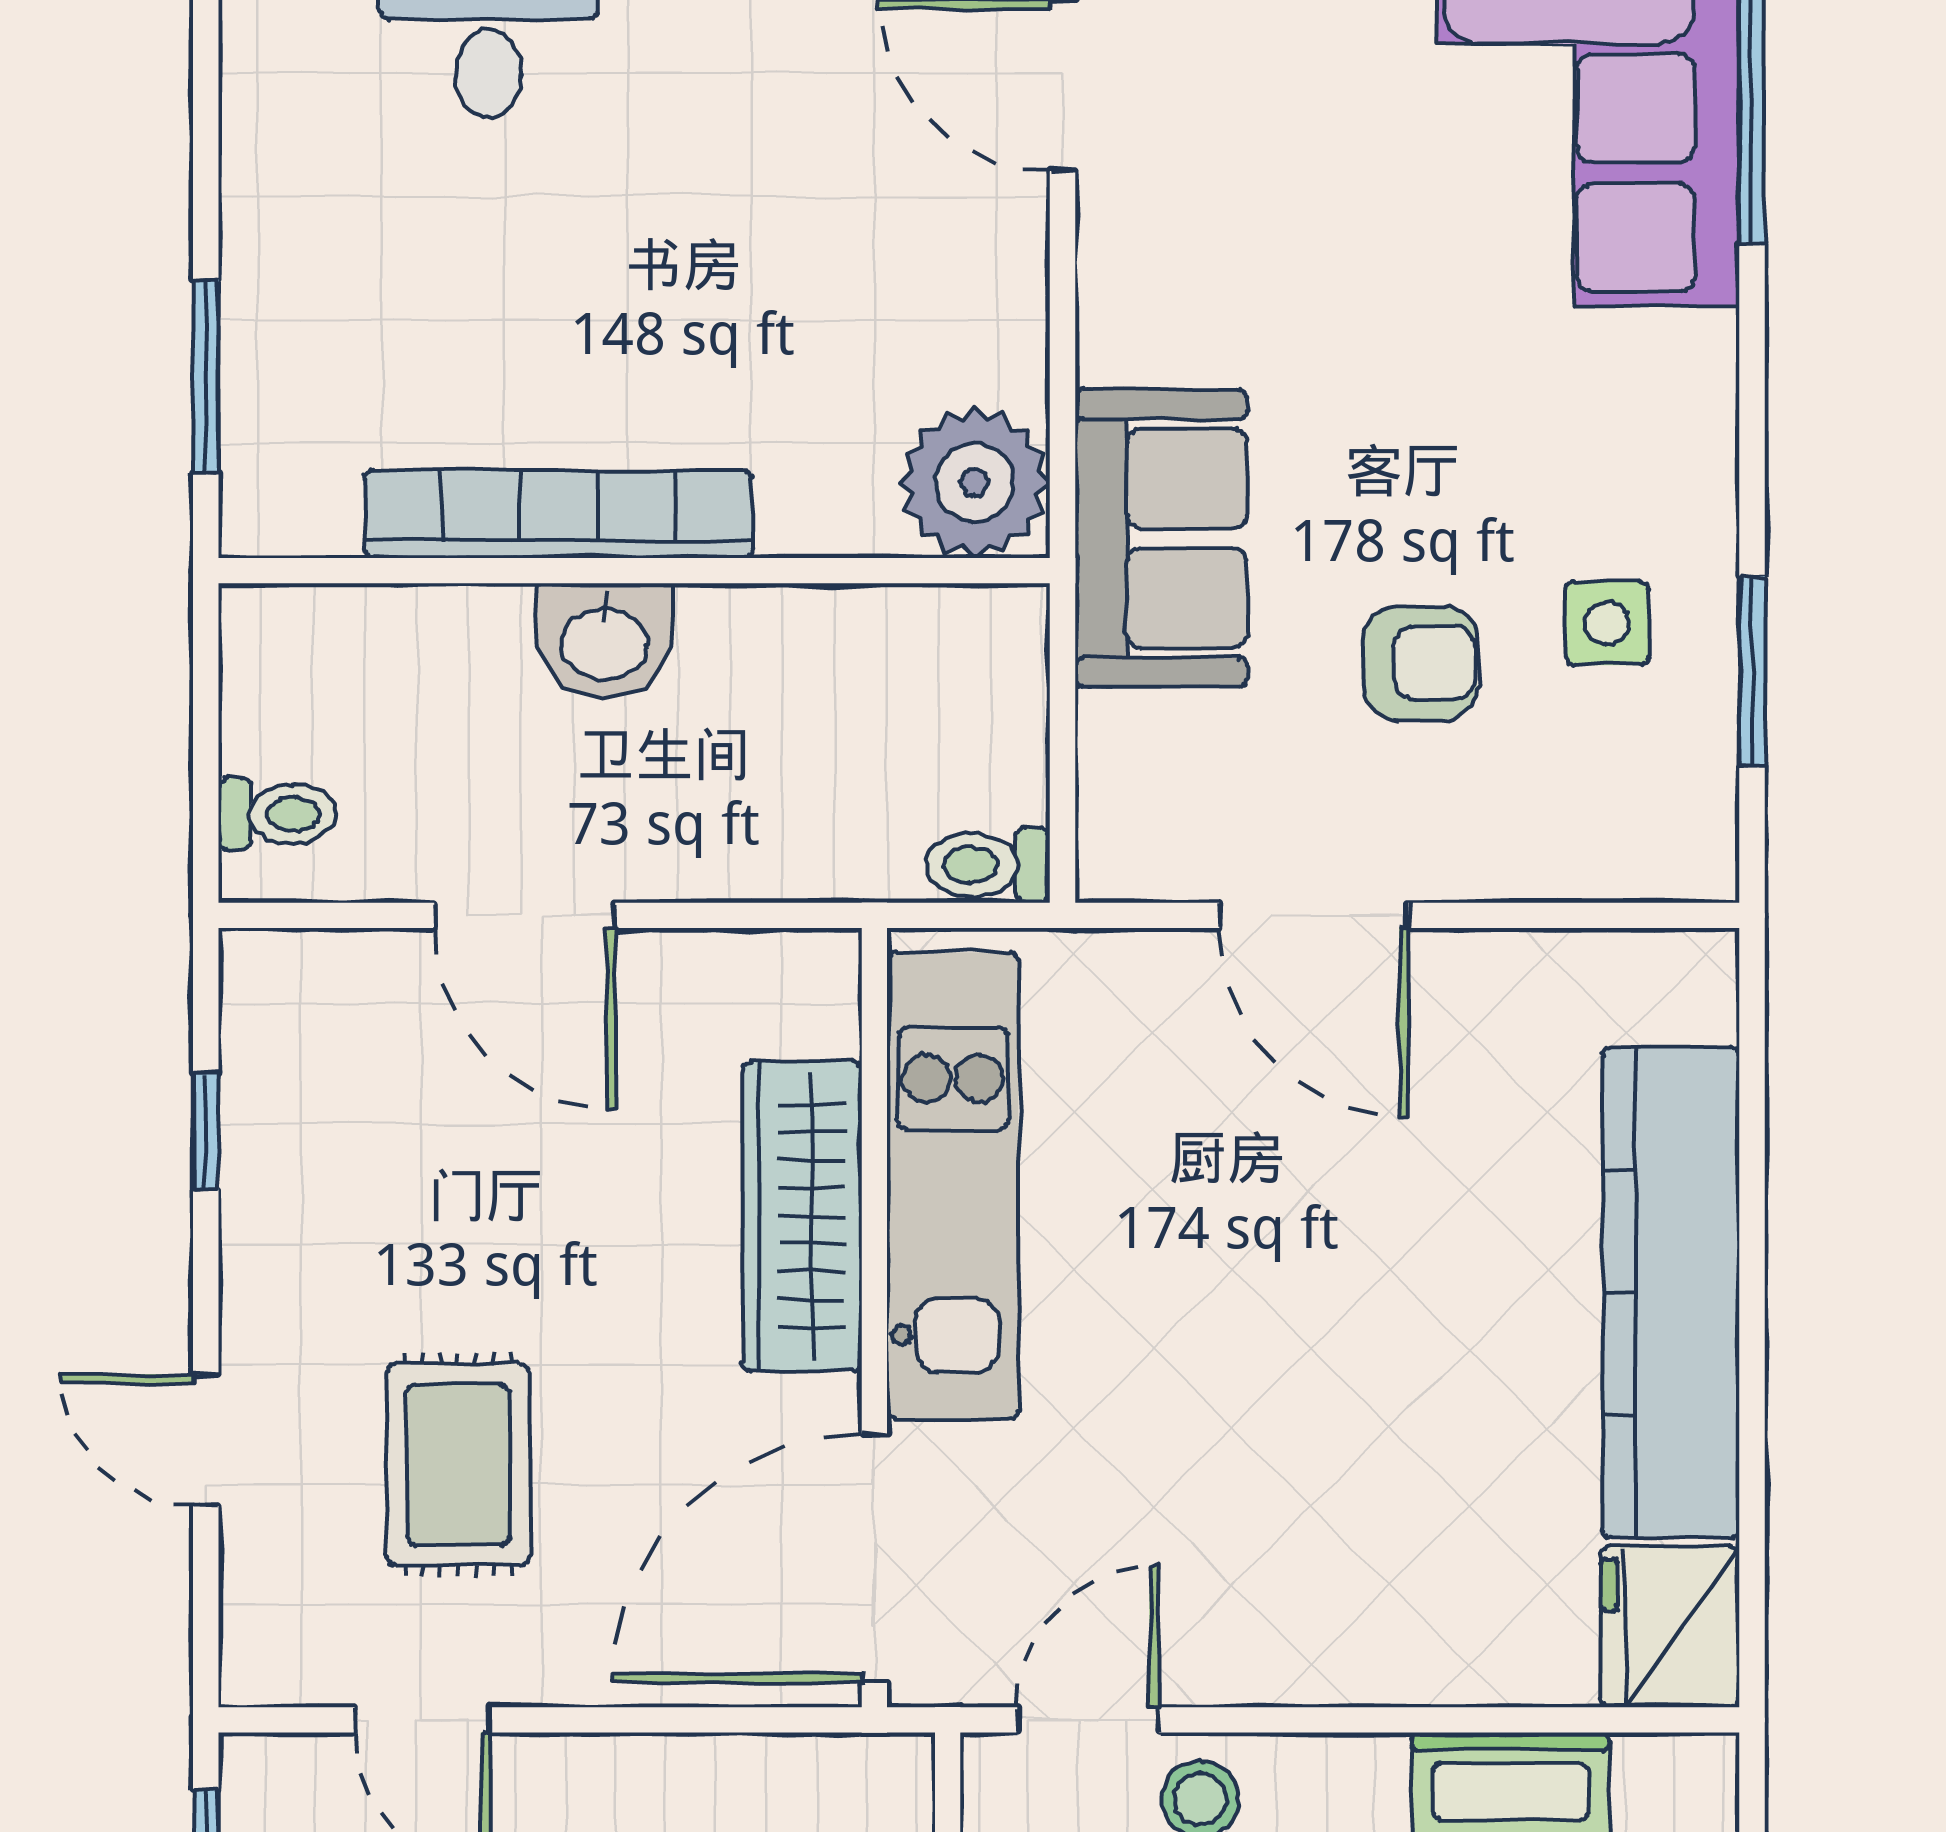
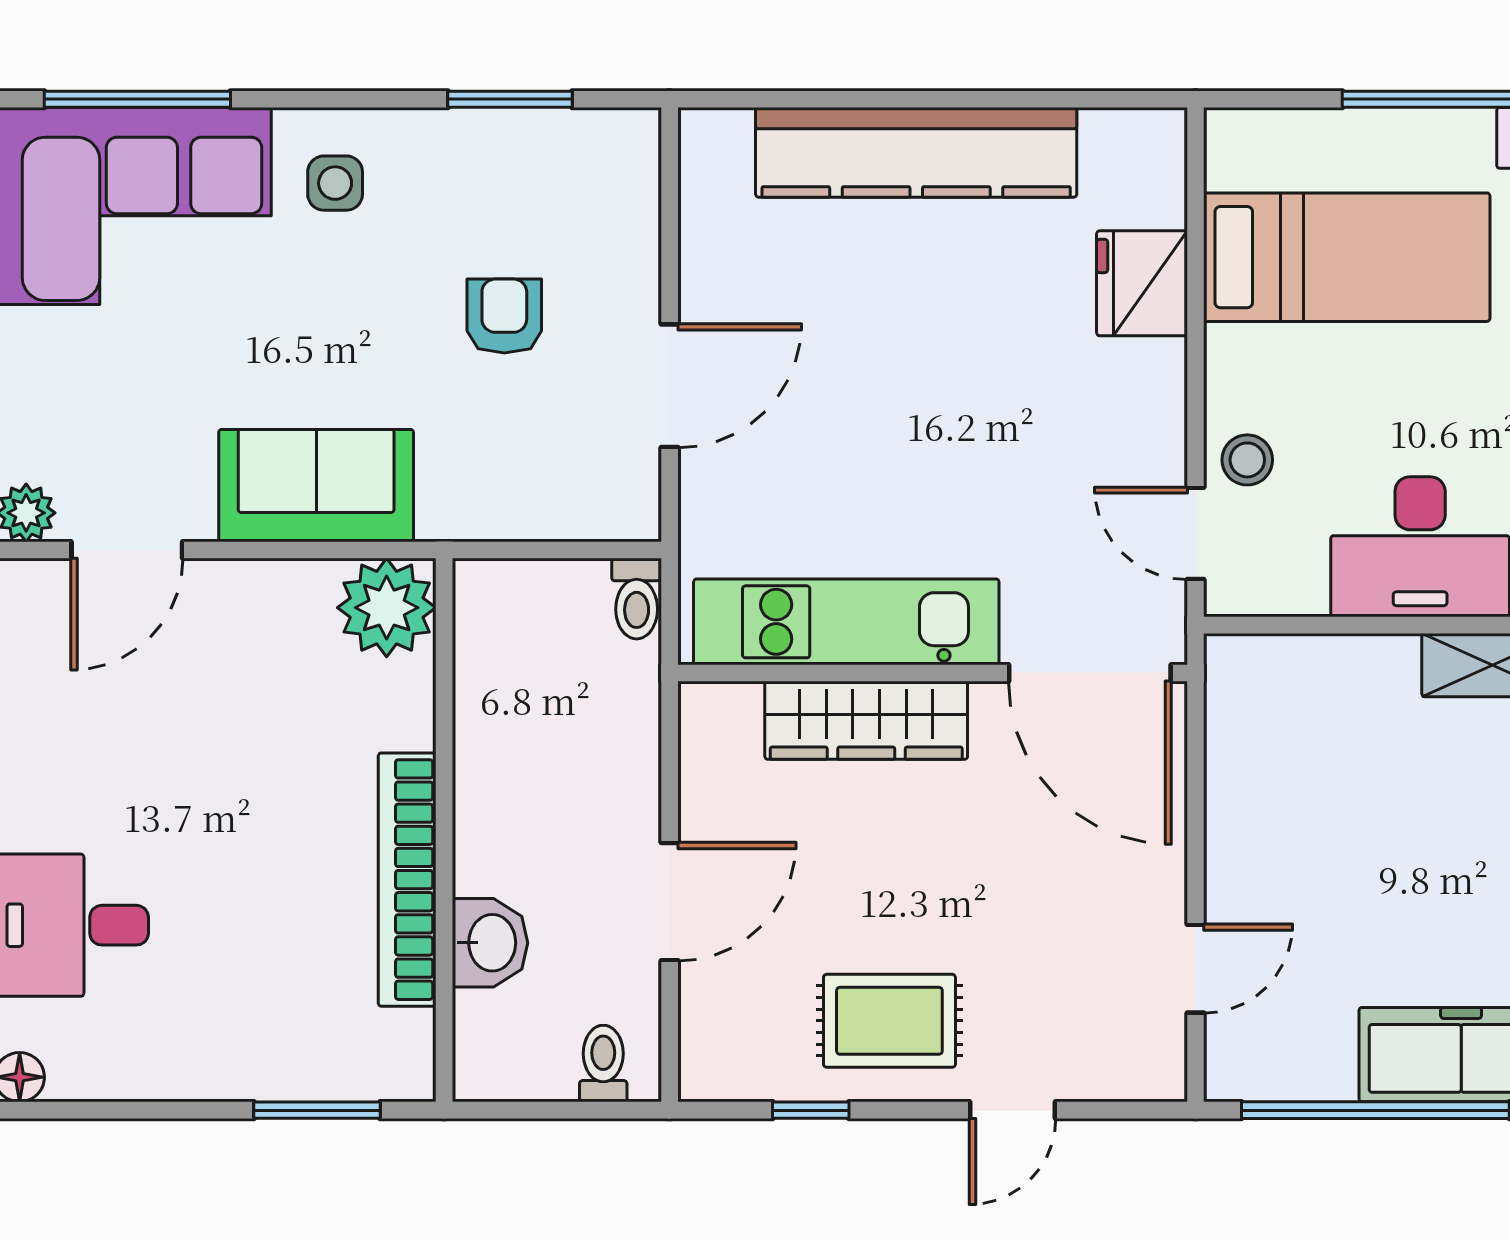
sofa: (1161, 538) -> (316, 486), moved
side table: (1607, 623) -> (335, 183), moved
washbasin: (604, 641) -> (490, 943), moved
rug: (458, 1465) -> (889, 1021), moved
fridge: (1670, 1627) -> (1142, 283), moved, turned 90

